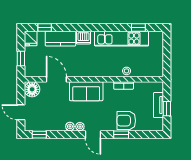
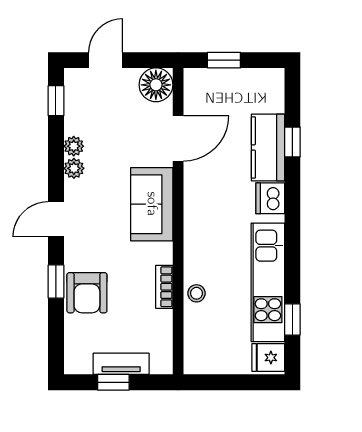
window: (45, 27) -> (292, 142), moved
fridge: (31, 38) -> (268, 358), moved
armchair: (126, 121) -> (87, 293), turned 180
plant: (80, 127) -> (74, 146), moved

